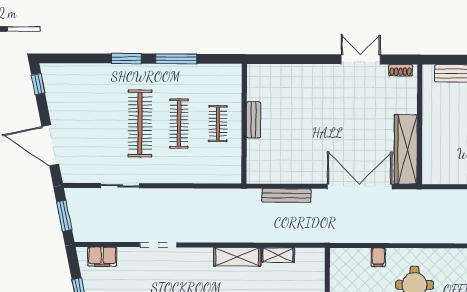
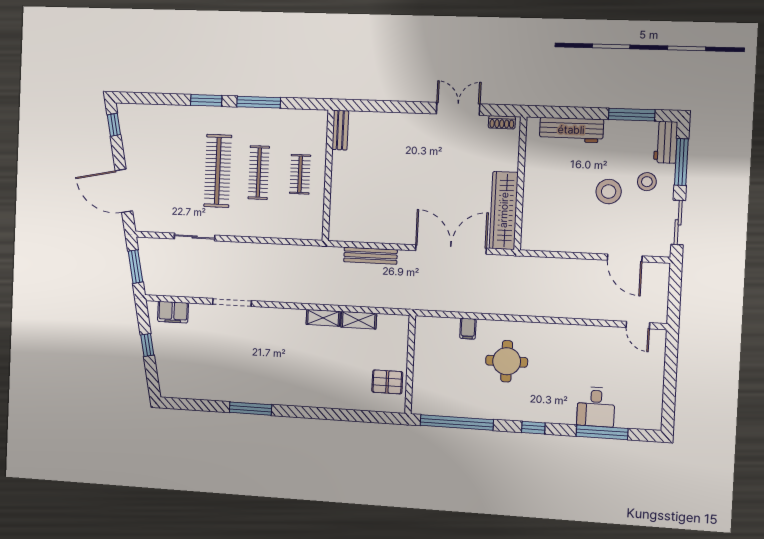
bench: (253, 120) -> (340, 130), moved
shelving: (237, 257) -> (323, 318), width x0.67, depth x0.75

